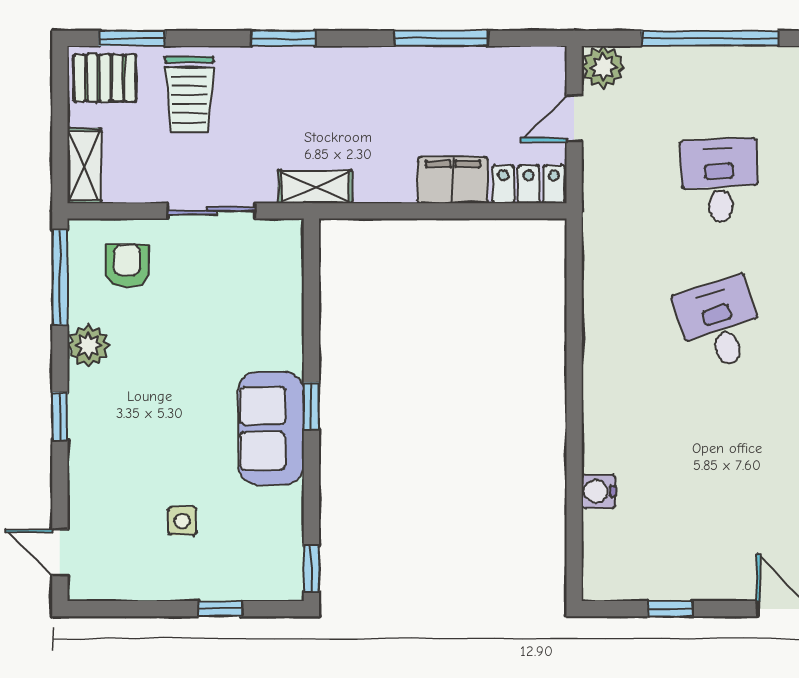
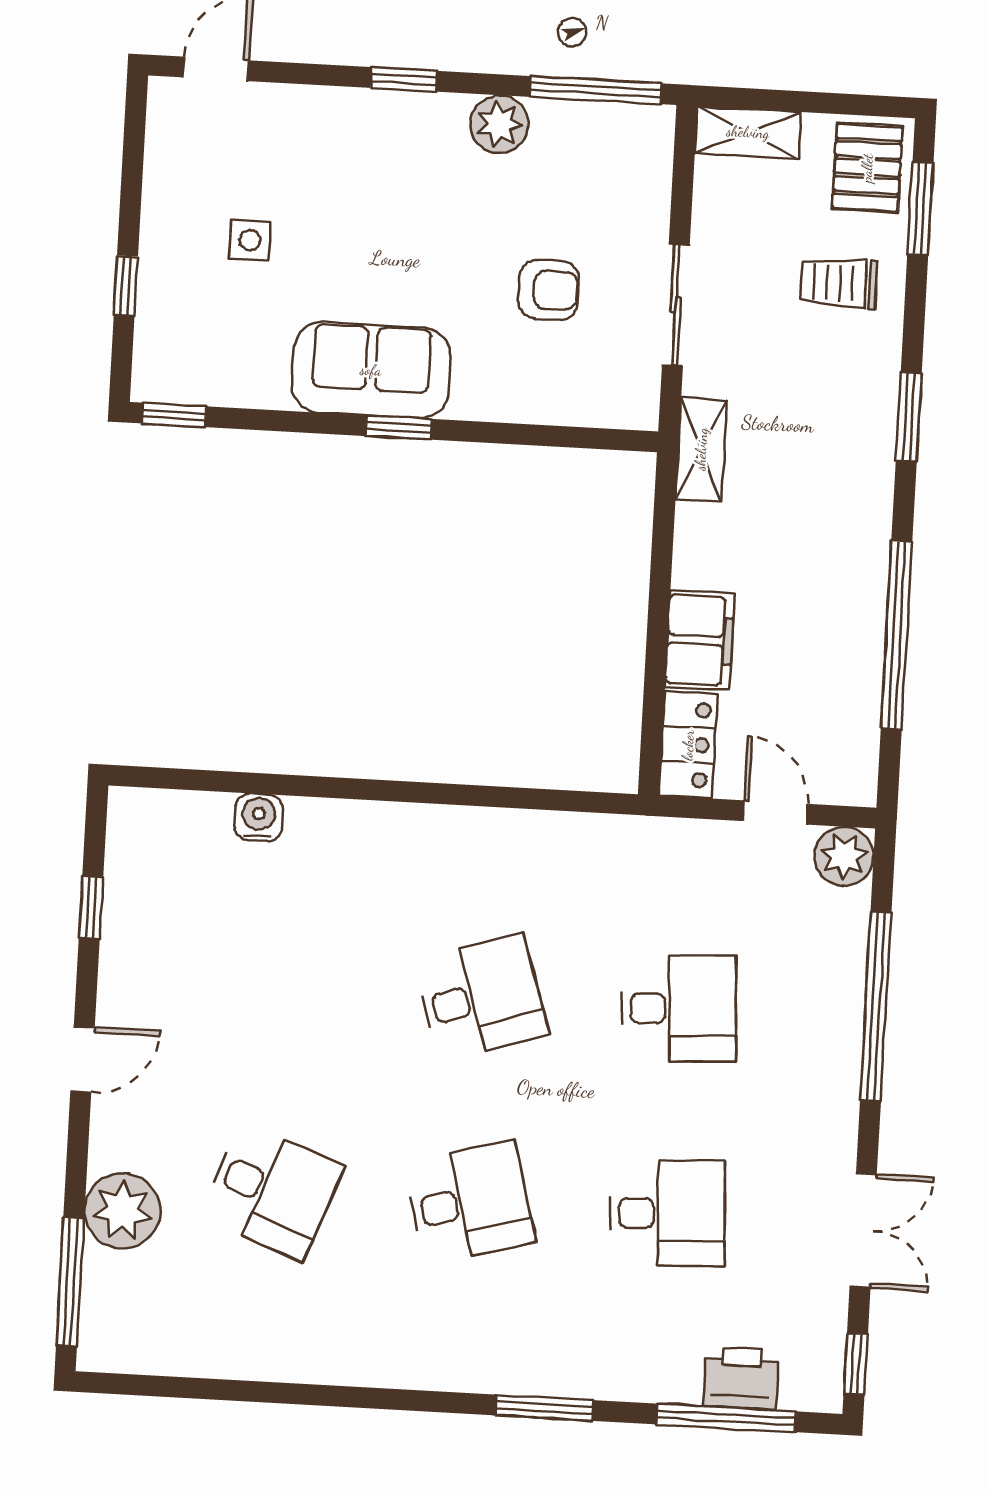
window: (441, 38) -> (896, 635), width x1.46
trolley: (189, 94) -> (839, 283), width x0.73, depth x0.72
armchair: (127, 266) -> (549, 290), moved

